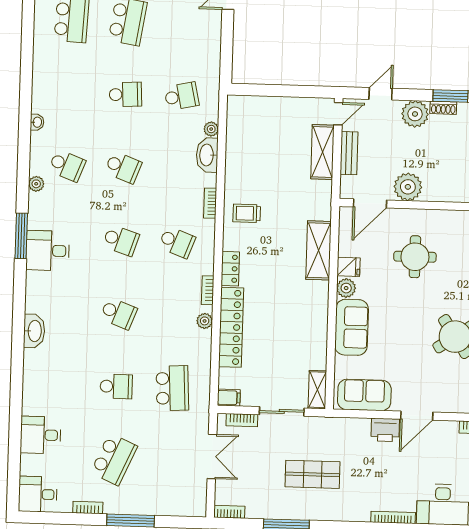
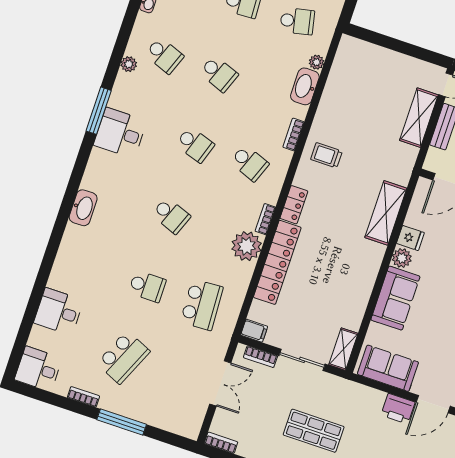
plant: (205, 321) -> (247, 246), width x1.87, depth x1.87

